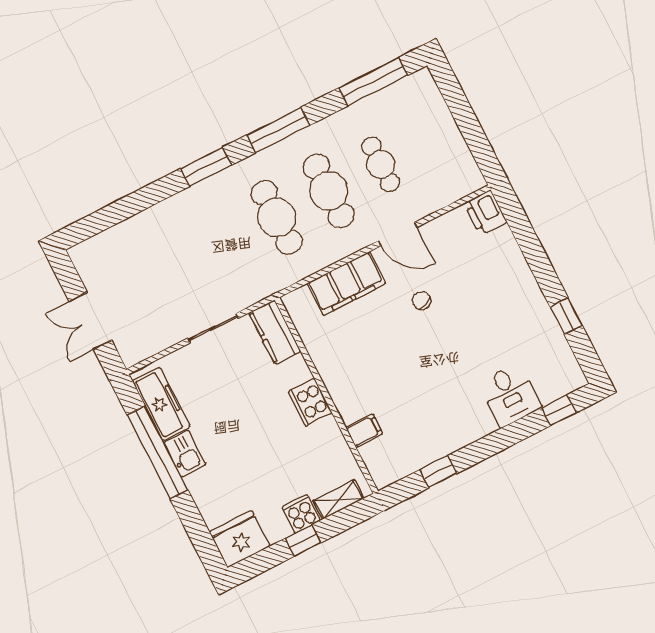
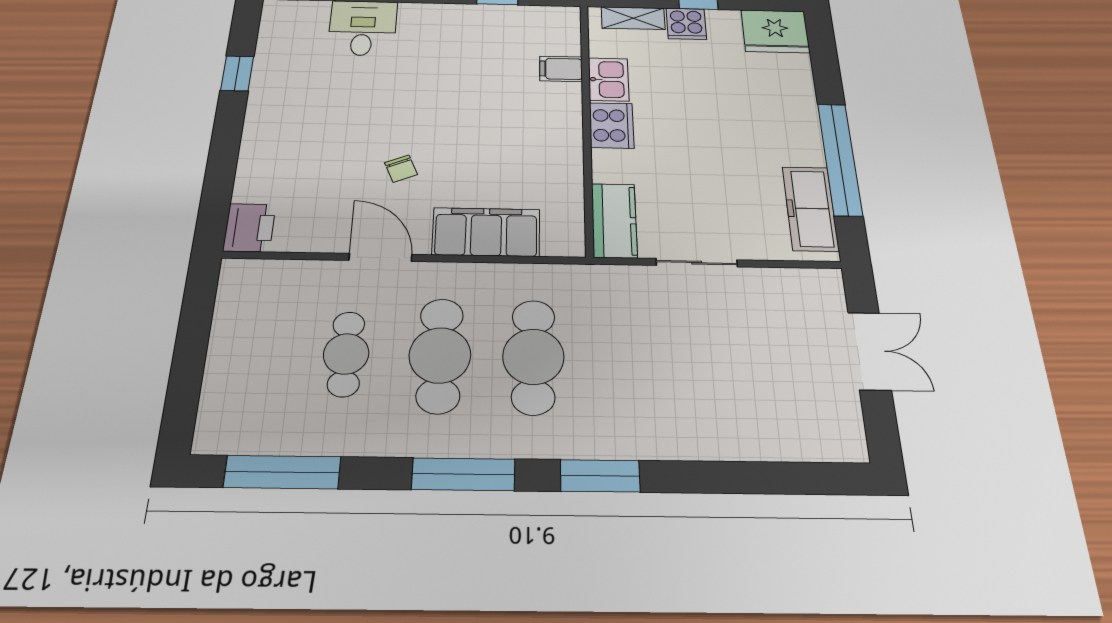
kitchen sink: (185, 454) -> (609, 79), moved, turned 180

